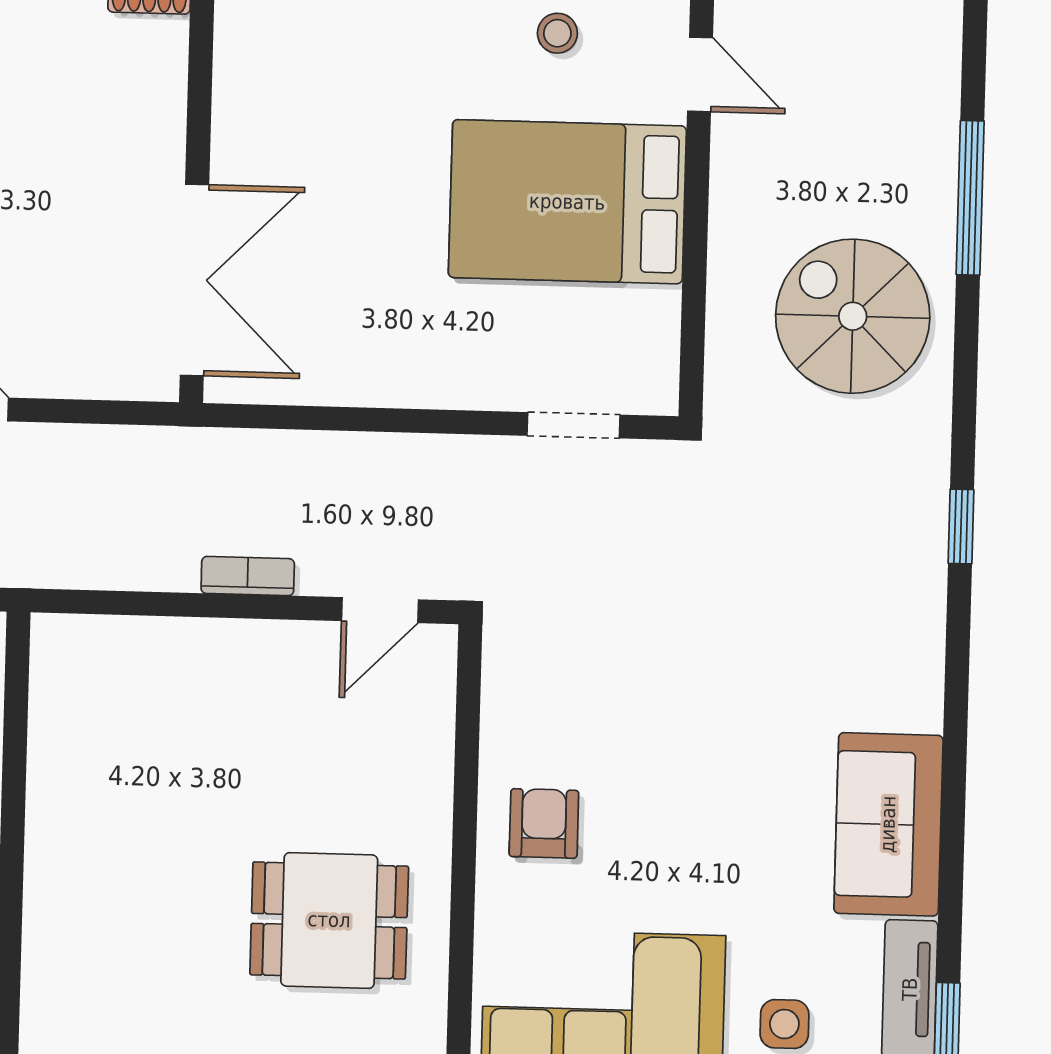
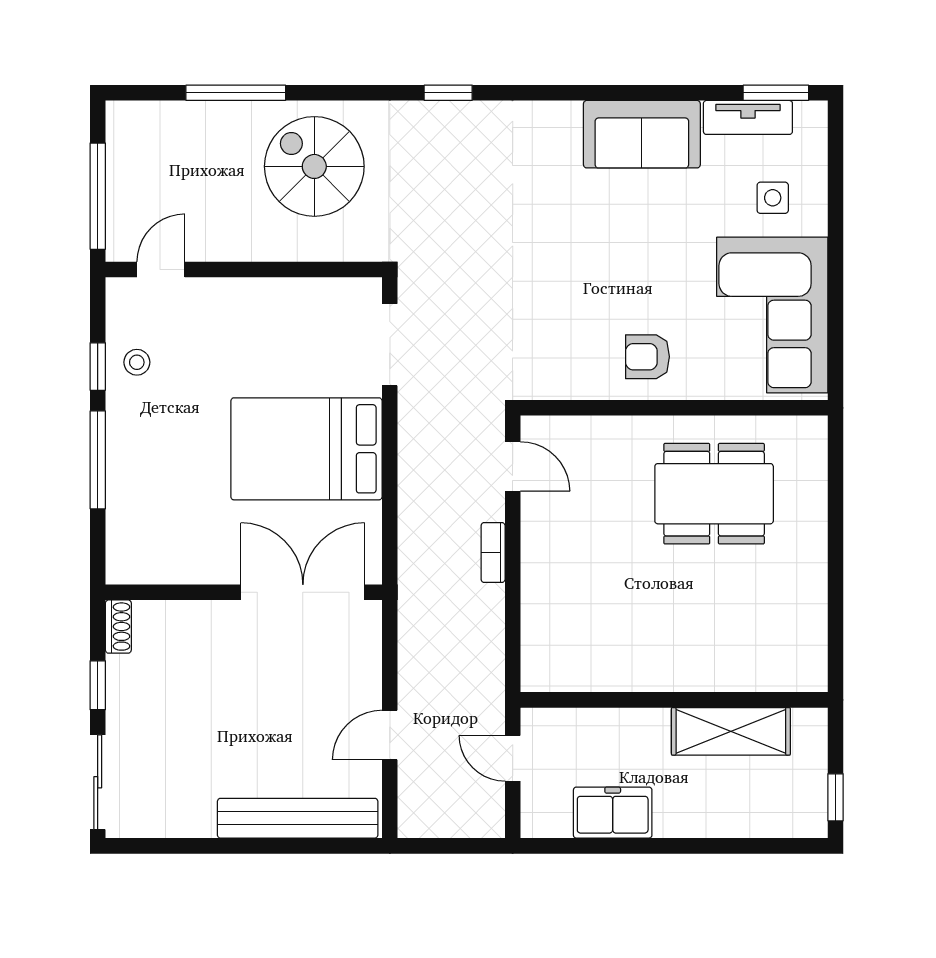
bed: (567, 202) -> (306, 449), moved, turned 90
spiral stairs: (853, 316) -> (314, 166), turned 90
doorway: (573, 425) -> (390, 345), width x1.38
dining table: (329, 920) -> (714, 494), width x1.38

